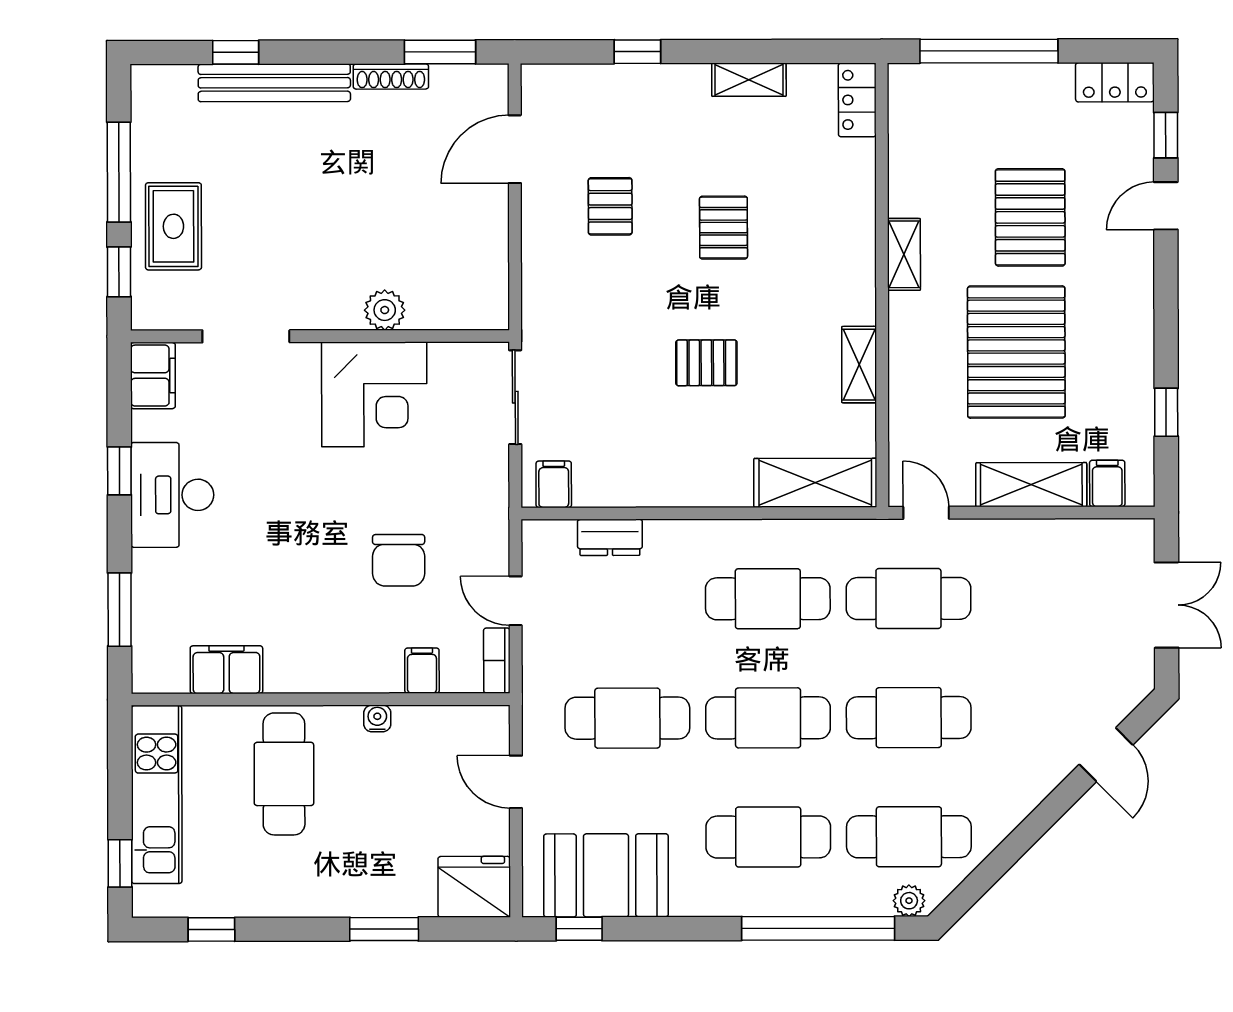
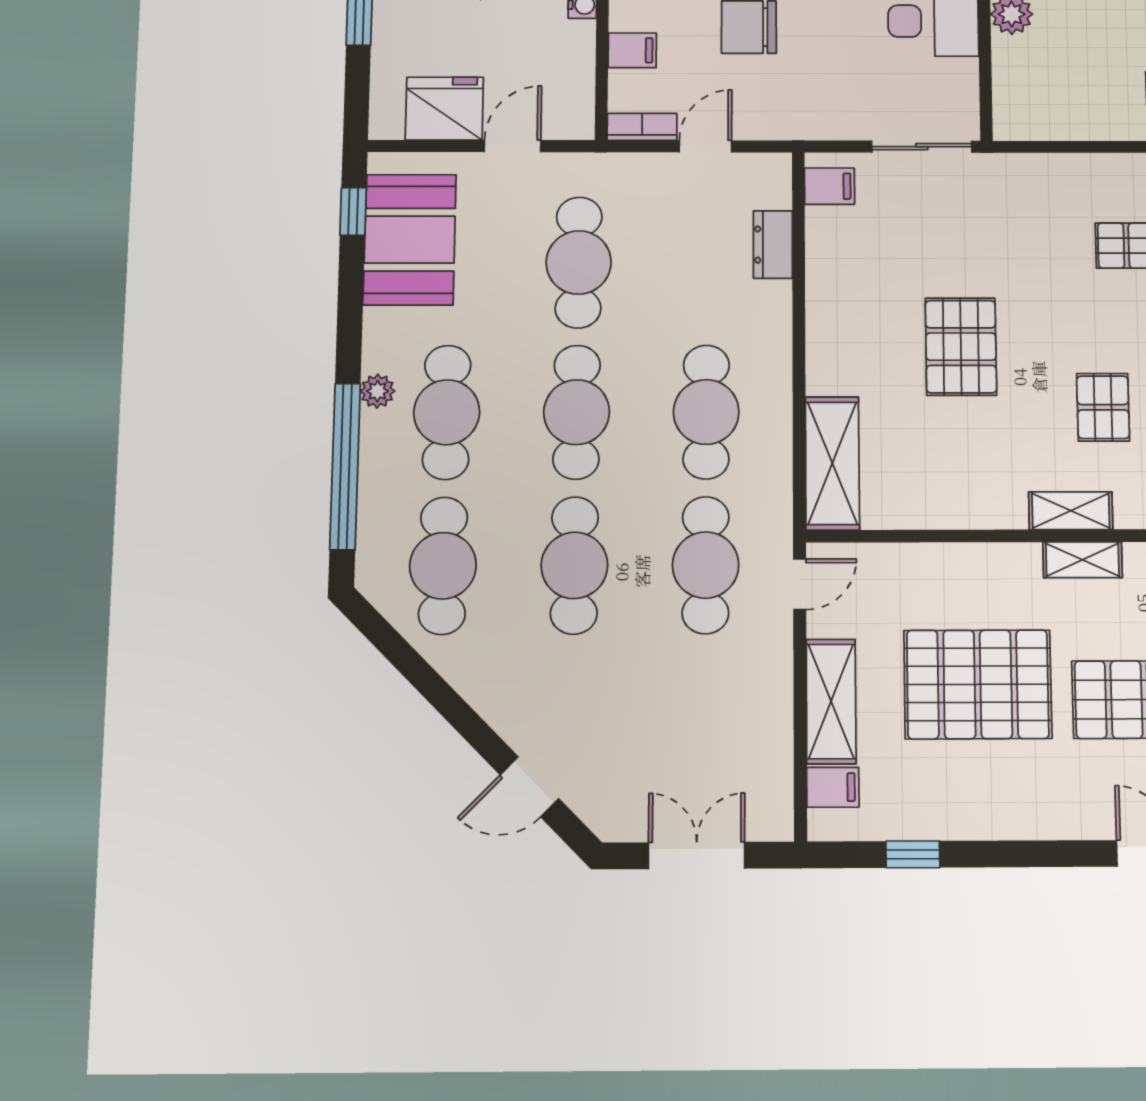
pallet: (723, 228) -> (1103, 407), moved, turned 90
pallet: (706, 363) -> (961, 347), width x1.50, depth x1.42
shelving: (859, 365) -> (1071, 511), moved
double door: (1167, 605) -> (697, 856), swing flipped
fridge: (474, 887) -> (444, 109), moved, turned -90
plant: (909, 901) -> (377, 391), moved

